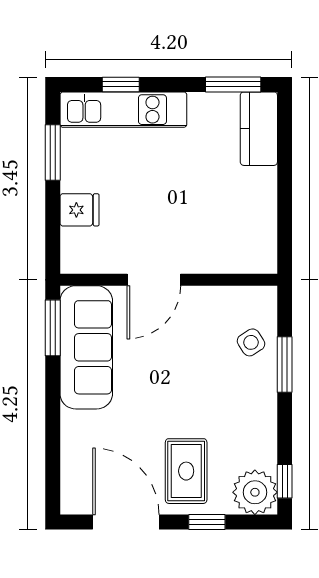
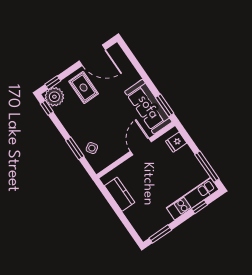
kitchen counter: (259, 129) -> (120, 194), moved
window: (53, 153) -> (207, 167), width x1.44
fridge: (79, 210) -> (176, 142), moved
window: (207, 522) -> (53, 83), moved

